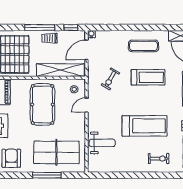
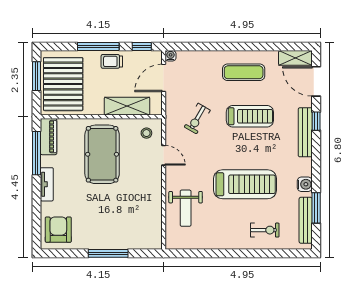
shelving: (60, 70) -> (127, 106), width x0.68
door: (86, 105) -> (164, 155), swing flipped
weight bench: (102, 143) -> (186, 208), turned 90
table tennis table: (56, 152) -> (122, 221), removed

